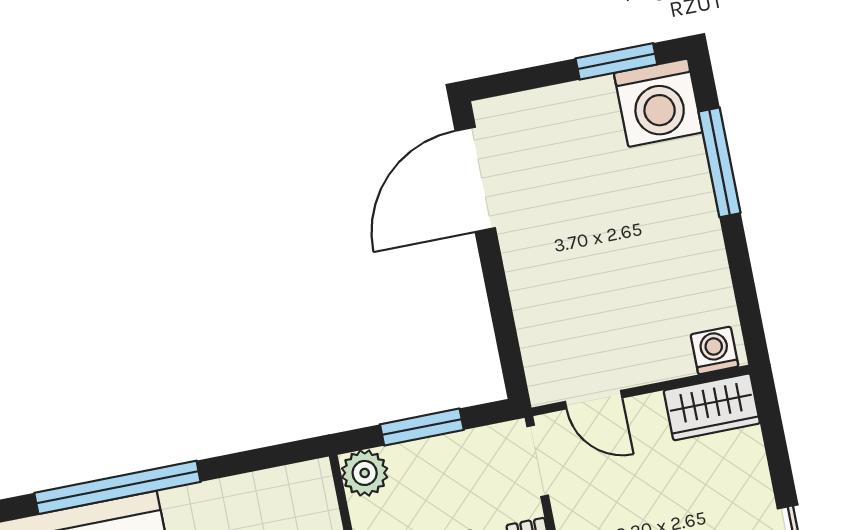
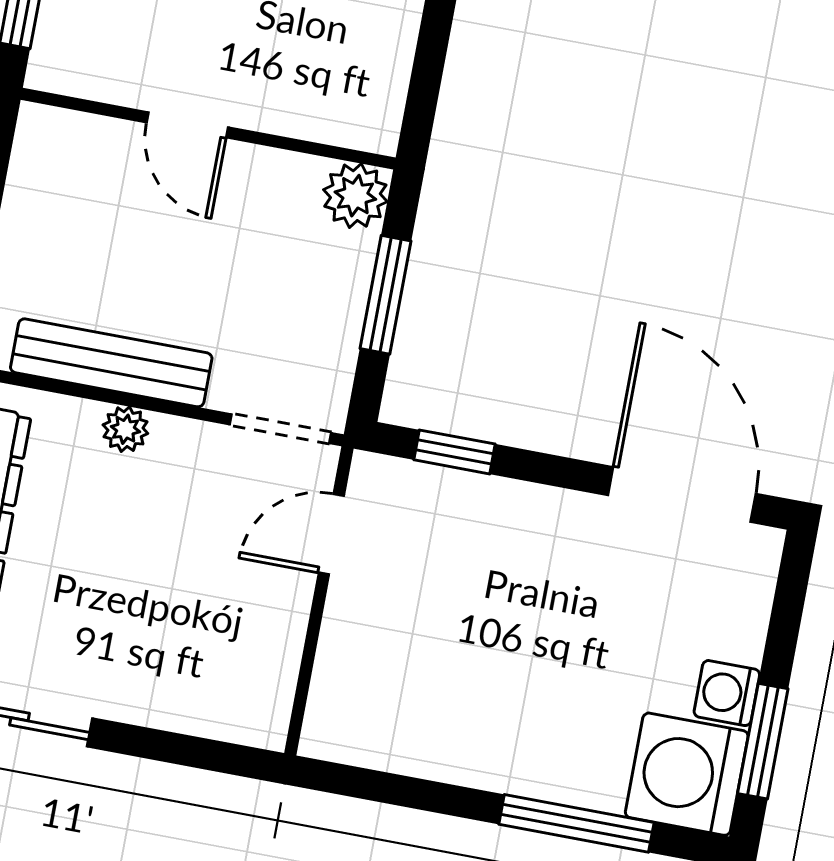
window: (507, 340) -> (454, 452), added
washing machine: (714, 350) -> (727, 693), moved, turned 180
wardrobe: (712, 407) -> (260, 685), removed

